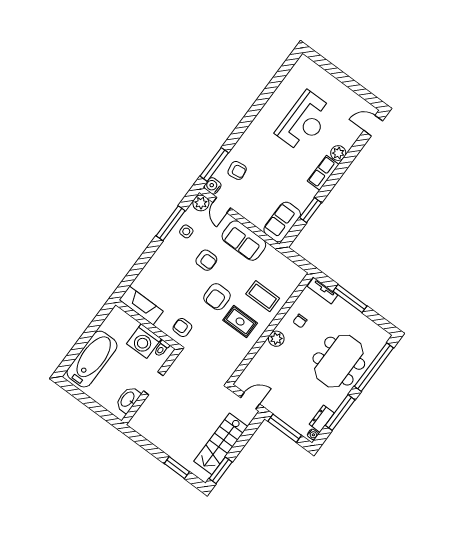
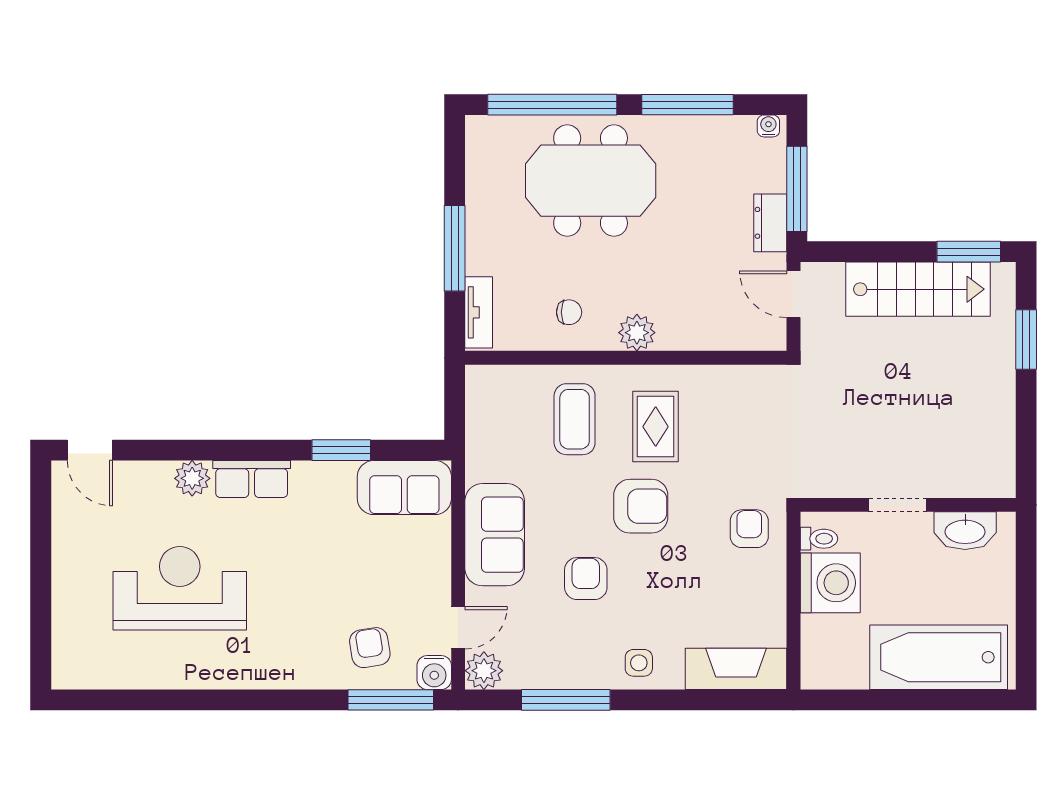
side table: (186, 231) -> (639, 663), moved
fireplace: (141, 306) -> (736, 669), moved, turned 90
armchair: (182, 328) -> (749, 529), turned 180
dresser: (322, 419) -> (770, 223), moved, turned 90

